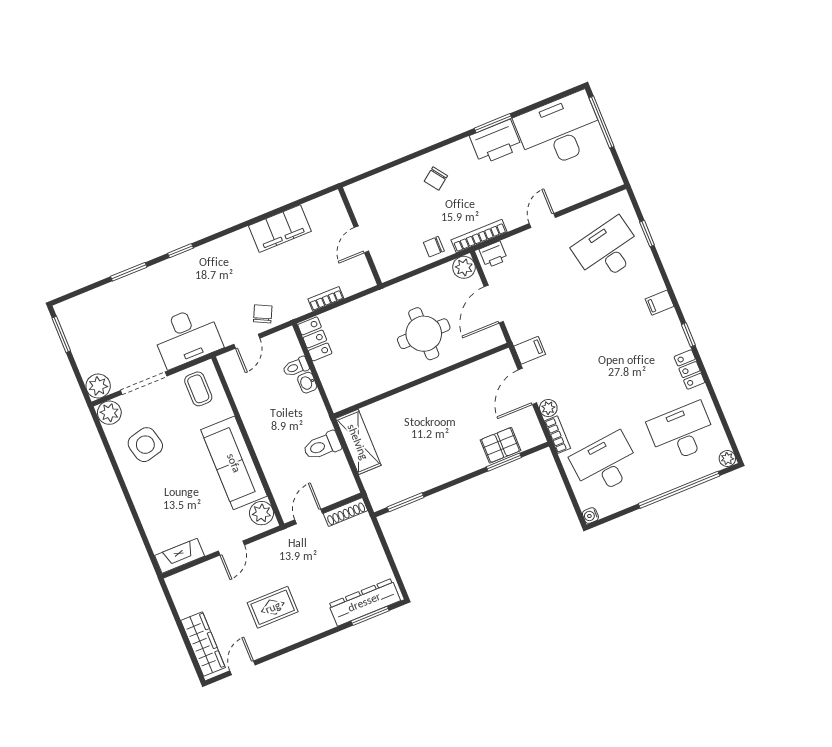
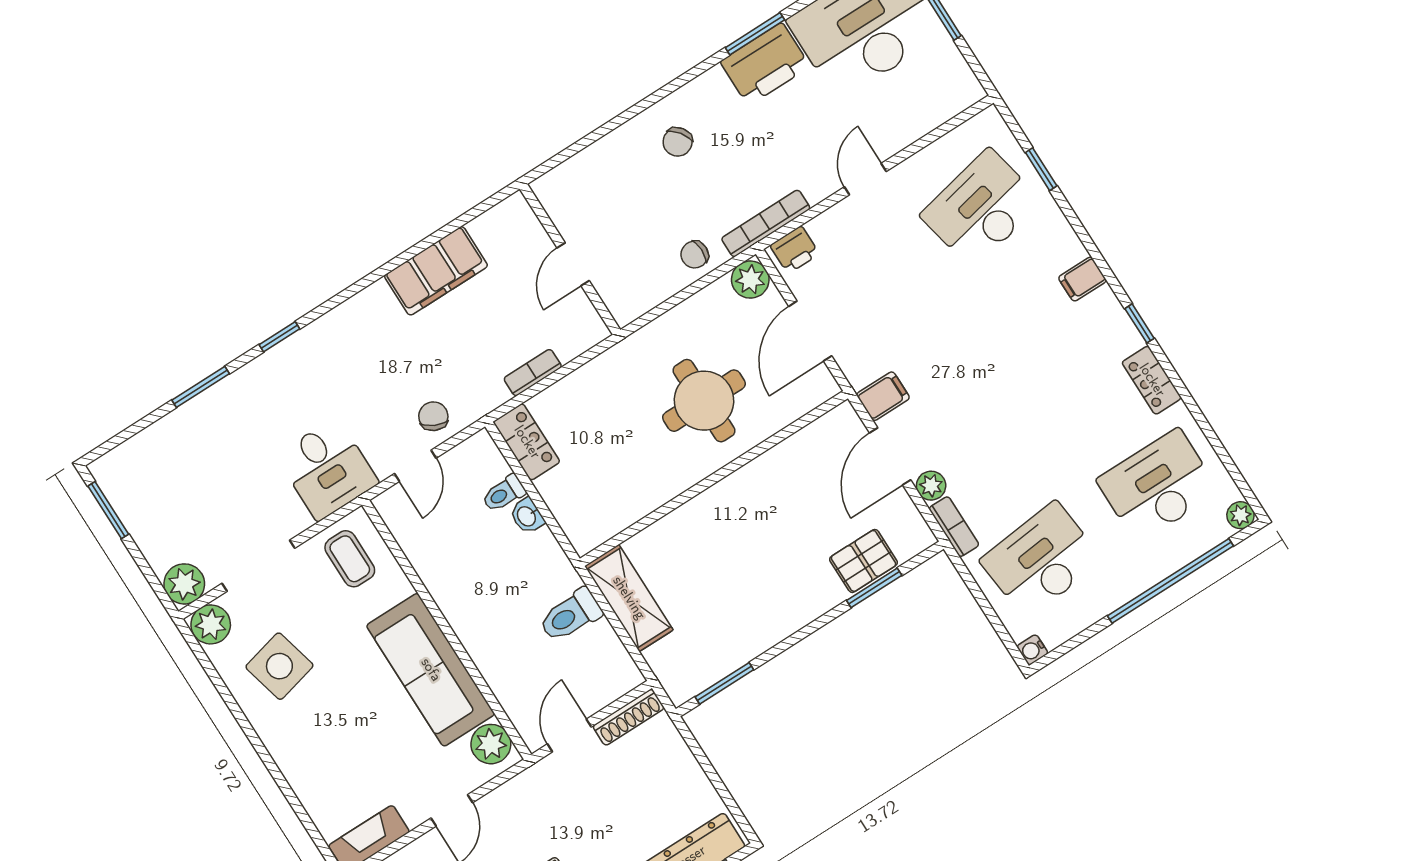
desk: (187, 337) -> (327, 469), width x0.73

